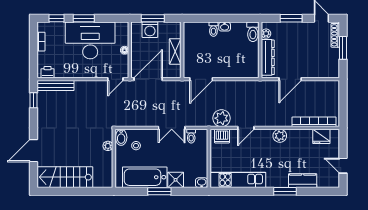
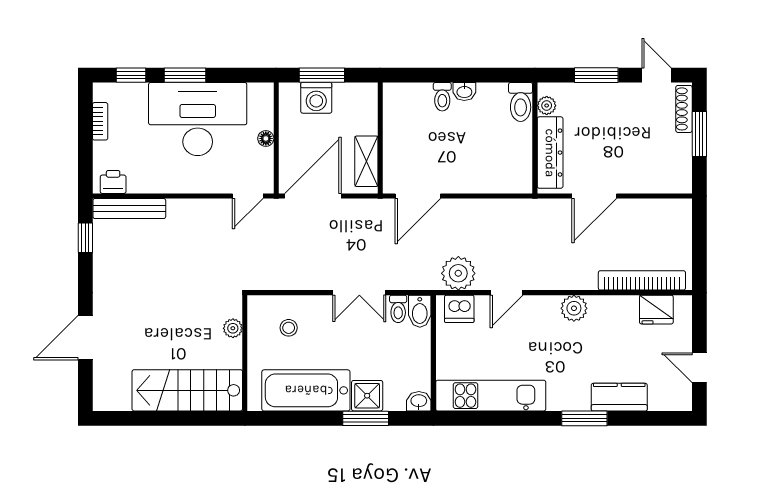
shelving: (175, 51) -> (366, 161), moved
bidet: (121, 137) -> (420, 311), moved
stairs: (65, 177) -> (187, 390), moved
window: (159, 191) -> (366, 418), moved

